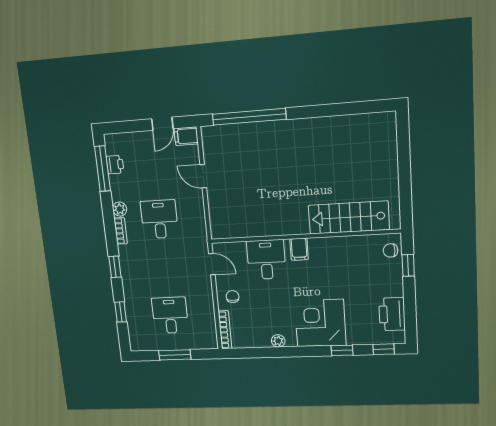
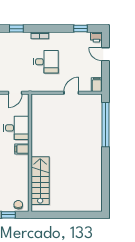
door: (162, 124) -> (105, 54), moved
printer: (115, 165) -> (96, 37), moved
window: (103, 169) -> (81, 29), width x0.46
plant: (120, 209) -> (54, 36), removed

